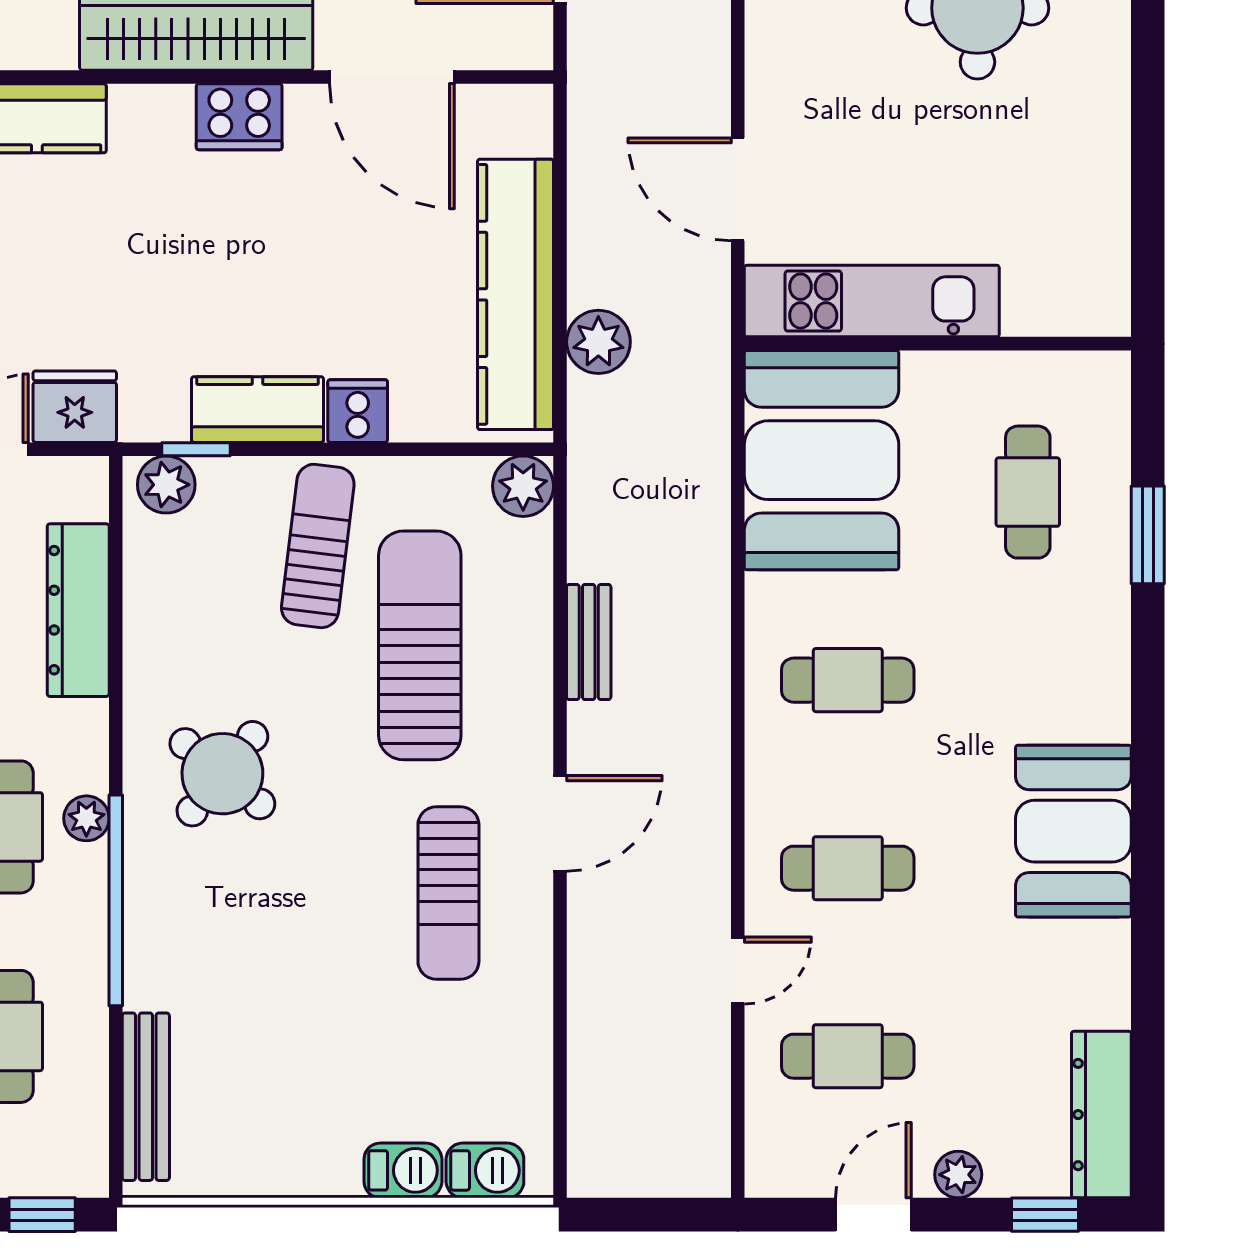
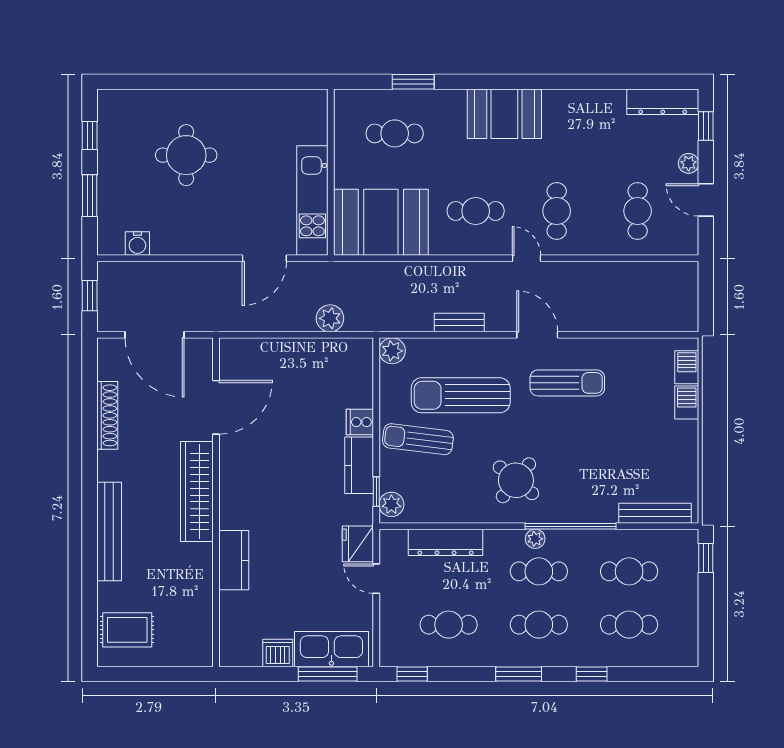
cooker: (239, 117) -> (233, 473), removed
kitchen counter: (515, 294) -> (310, 354), removed
cafe table: (848, 680) -> (476, 211), turned 90
booth: (1073, 831) -> (504, 114), moved
door: (738, 971) -> (526, 258), moved

